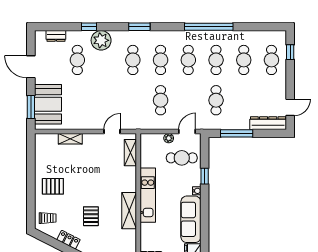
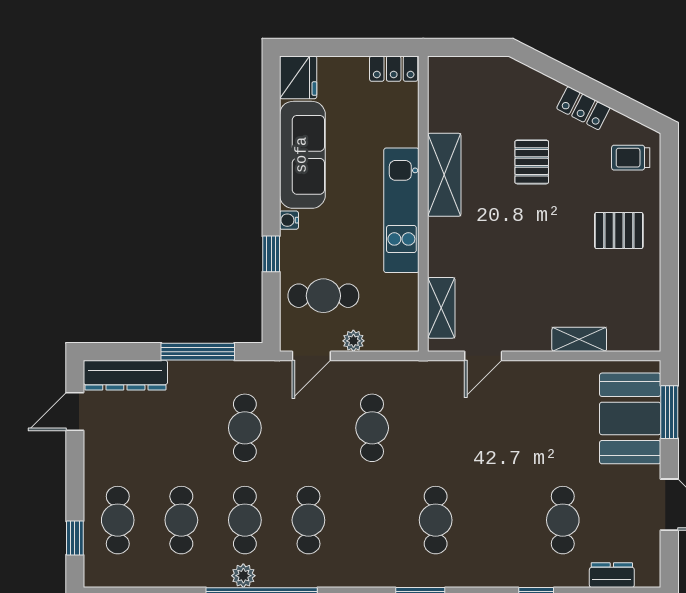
plant: (101, 40) -> (243, 576), moved, width x0.53, depth x0.53
cafe table: (161, 60) -> (372, 520), removed

